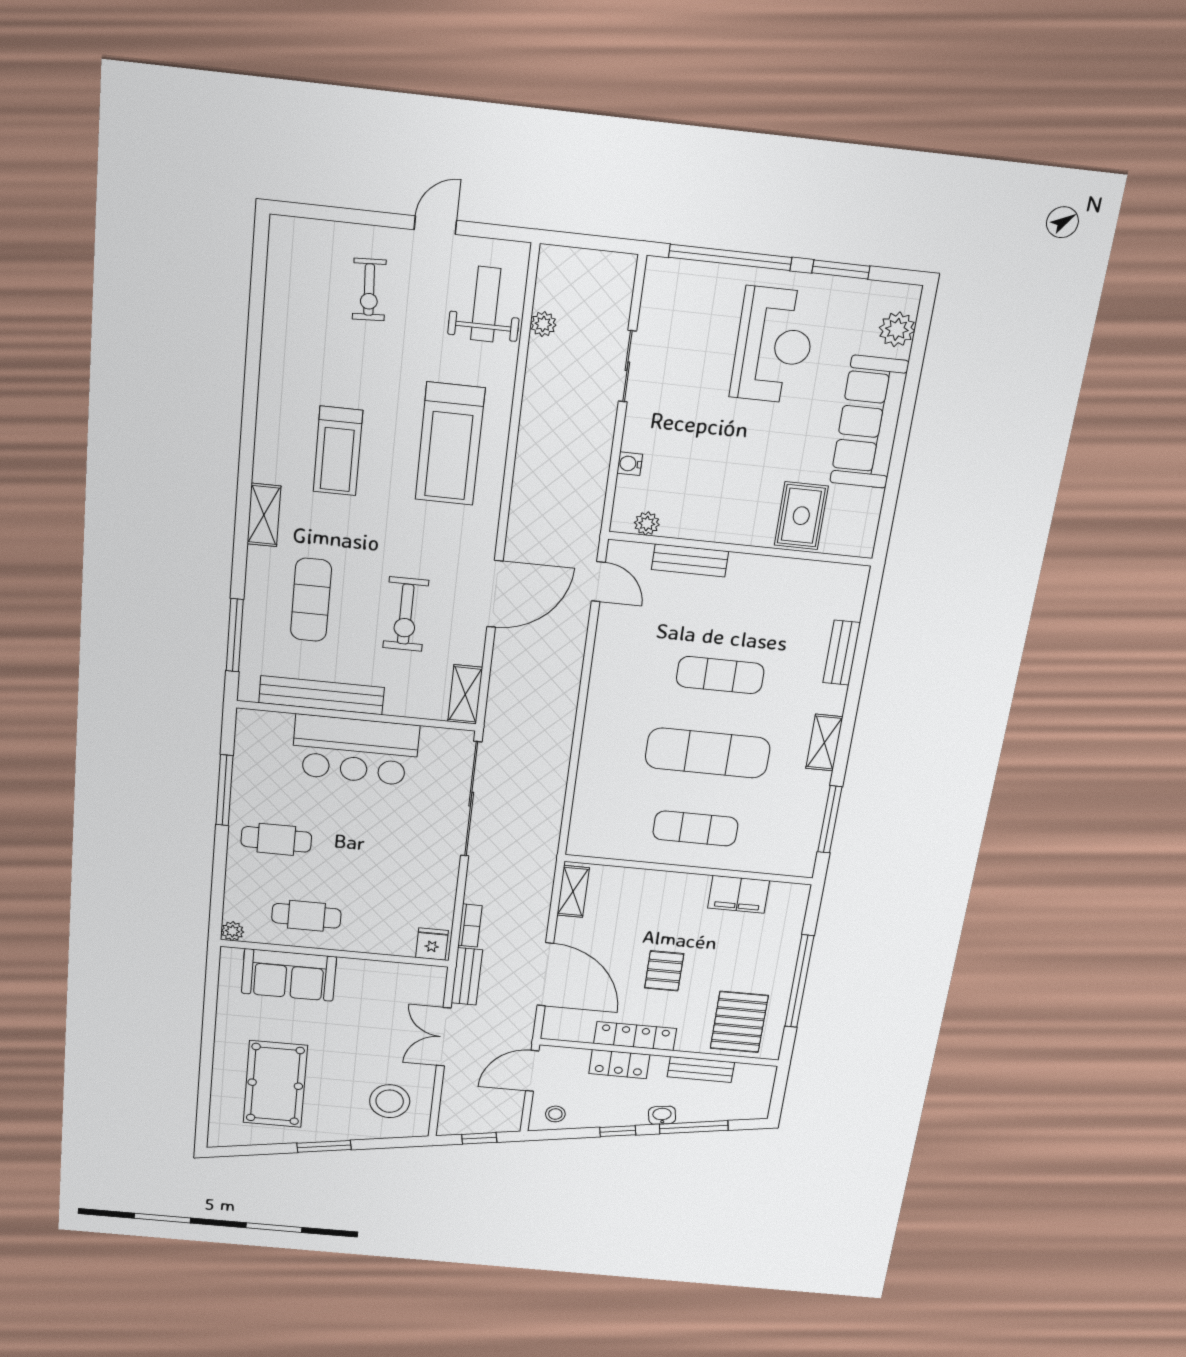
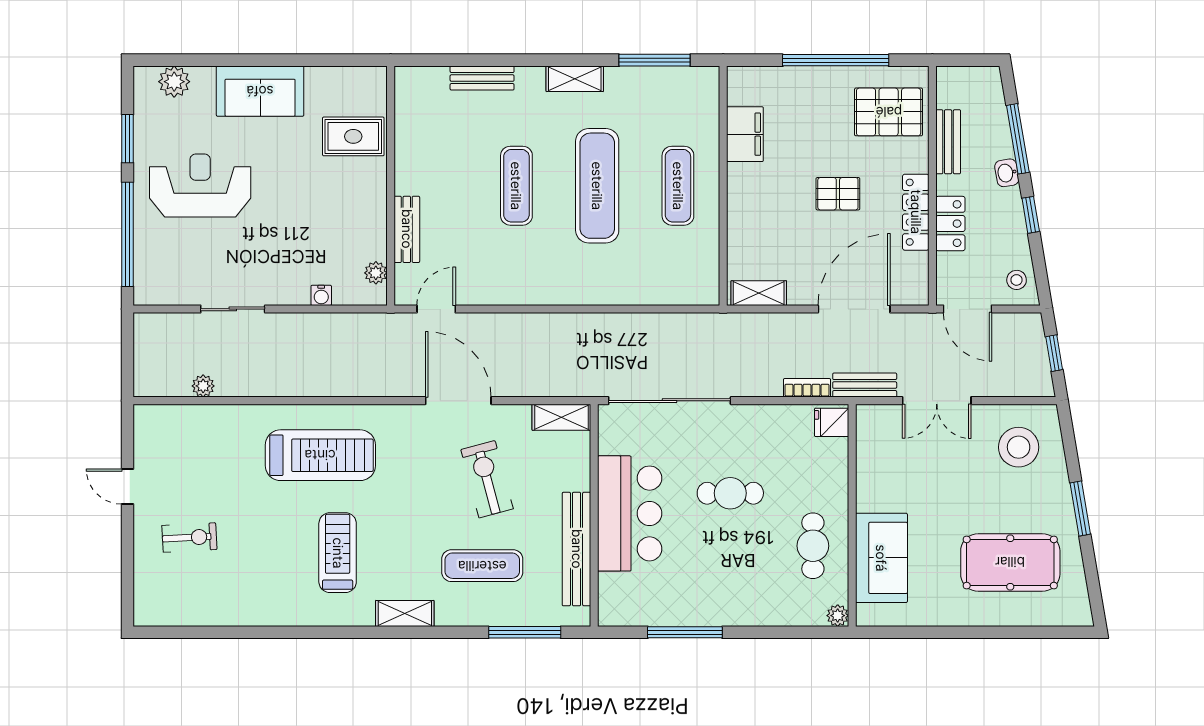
weight bench: (486, 304) -> (191, 437), removed
sofa: (869, 422) -> (260, 91), width x0.73
treadmill: (338, 451) -> (338, 553), turned -90
exercise bike: (406, 614) -> (487, 479), turned -105
cafe table: (276, 839) -> (730, 493), moved, turned 90

